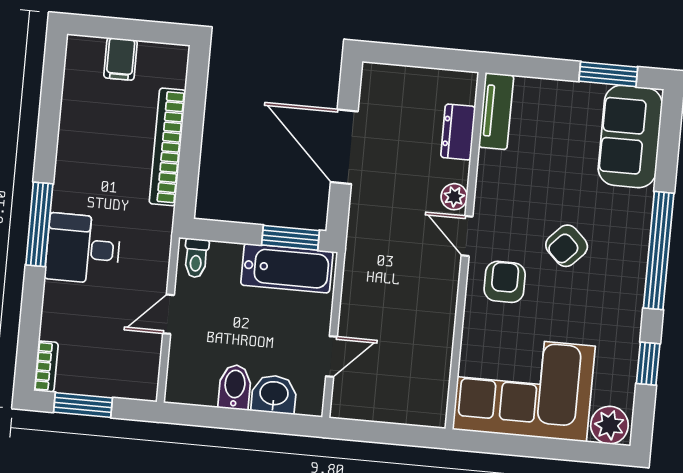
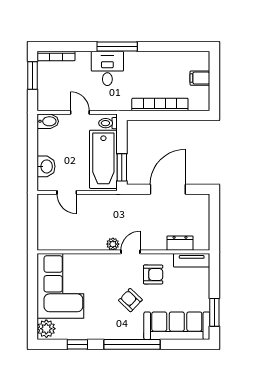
sofa: (630, 136) -> (177, 326), width x1.36
plant: (454, 197) -> (113, 244), moved
bathtub: (287, 268) -> (103, 159), width x1.36, depth x1.36
armchair: (505, 282) -> (153, 274), moved
bookcase: (46, 367) -> (56, 56), width x1.56
bidet: (235, 387) -> (48, 121), moved

